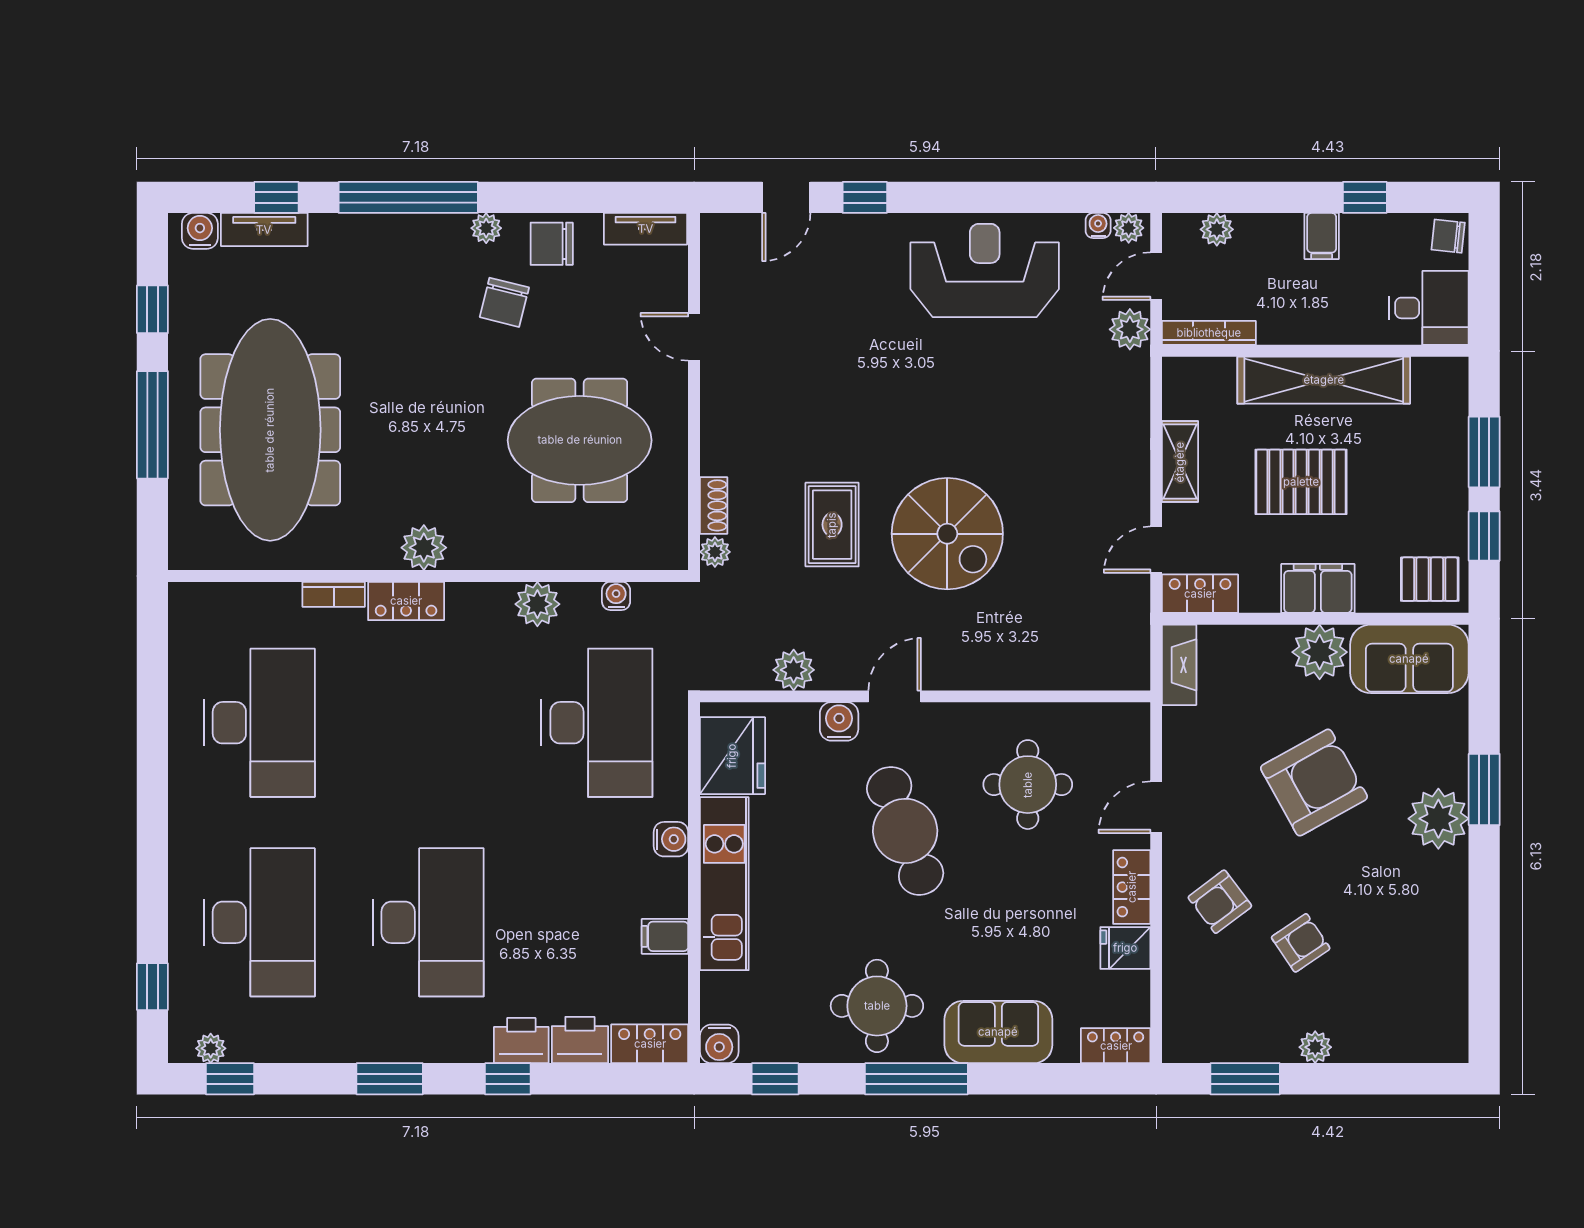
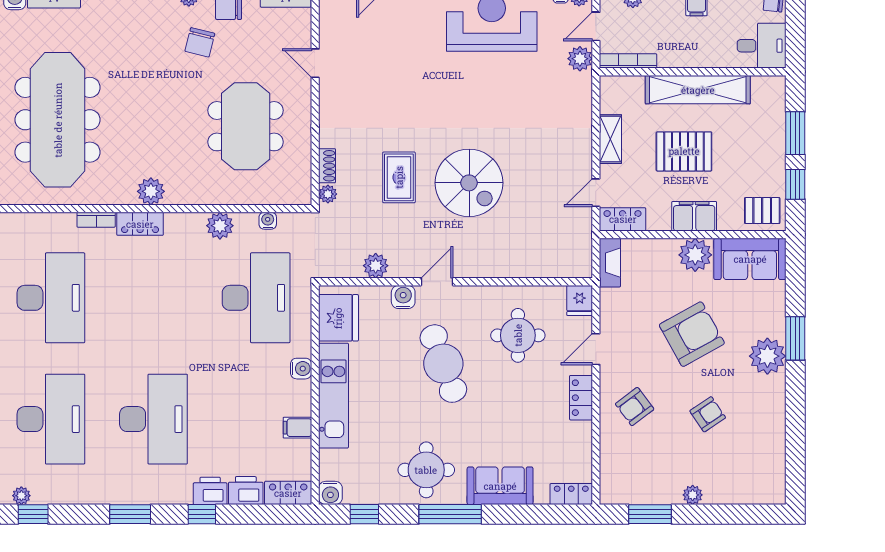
meeting table: (580, 440) -> (246, 126), turned 90
armchair: (1301, 943) -> (708, 414), moved
fridge: (1125, 948) -> (580, 300), moved, turned -90

